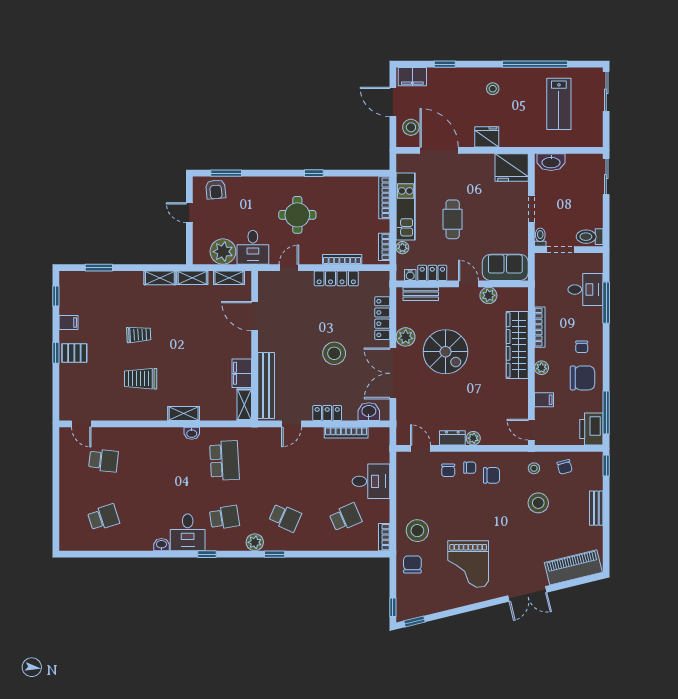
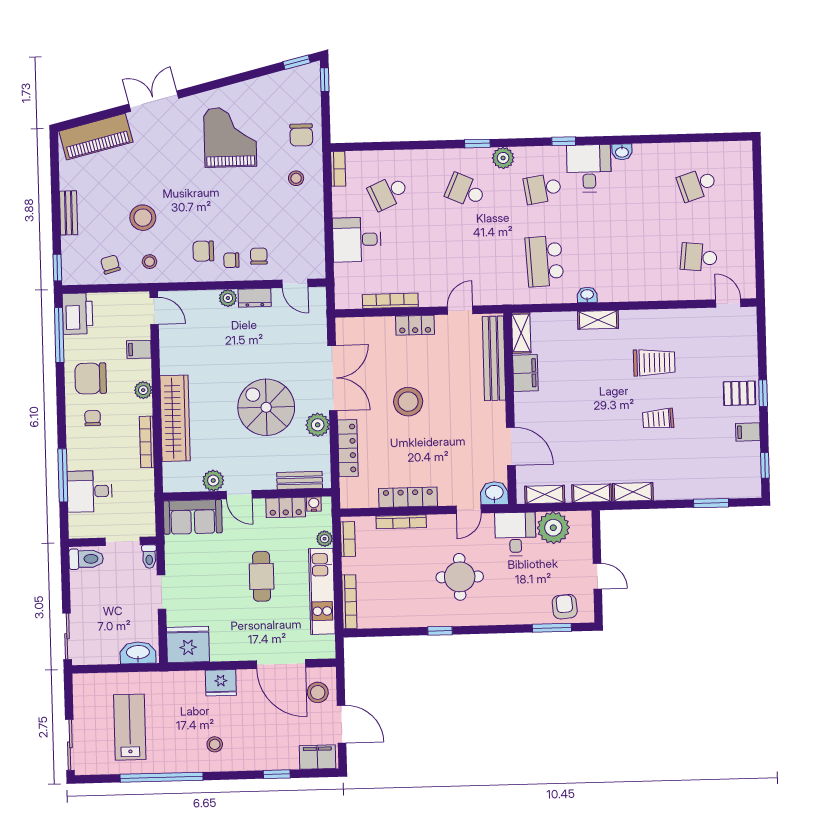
washbasin: (369, 412) -> (494, 493), moved, turned 180
stool: (417, 531) -> (296, 178), width x0.53, depth x0.53

